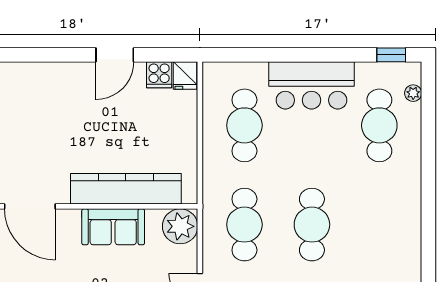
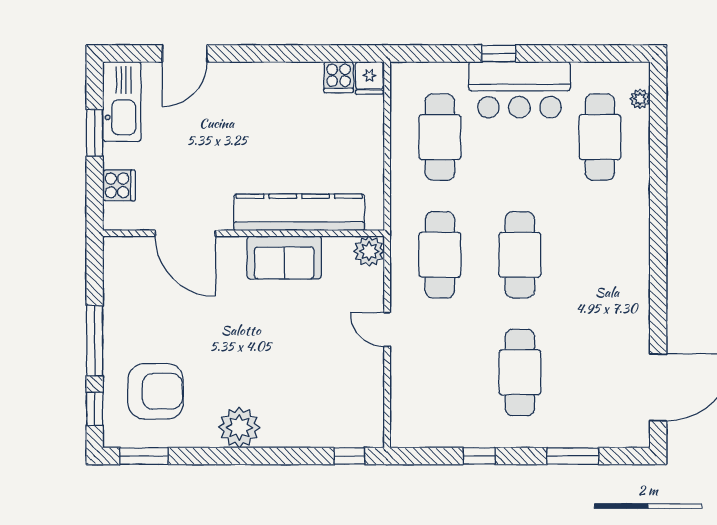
door: (115, 55) -> (185, 54), moved
window: (391, 55) -> (499, 54), moved
plant: (180, 226) -> (369, 251), width x0.73, depth x0.73

